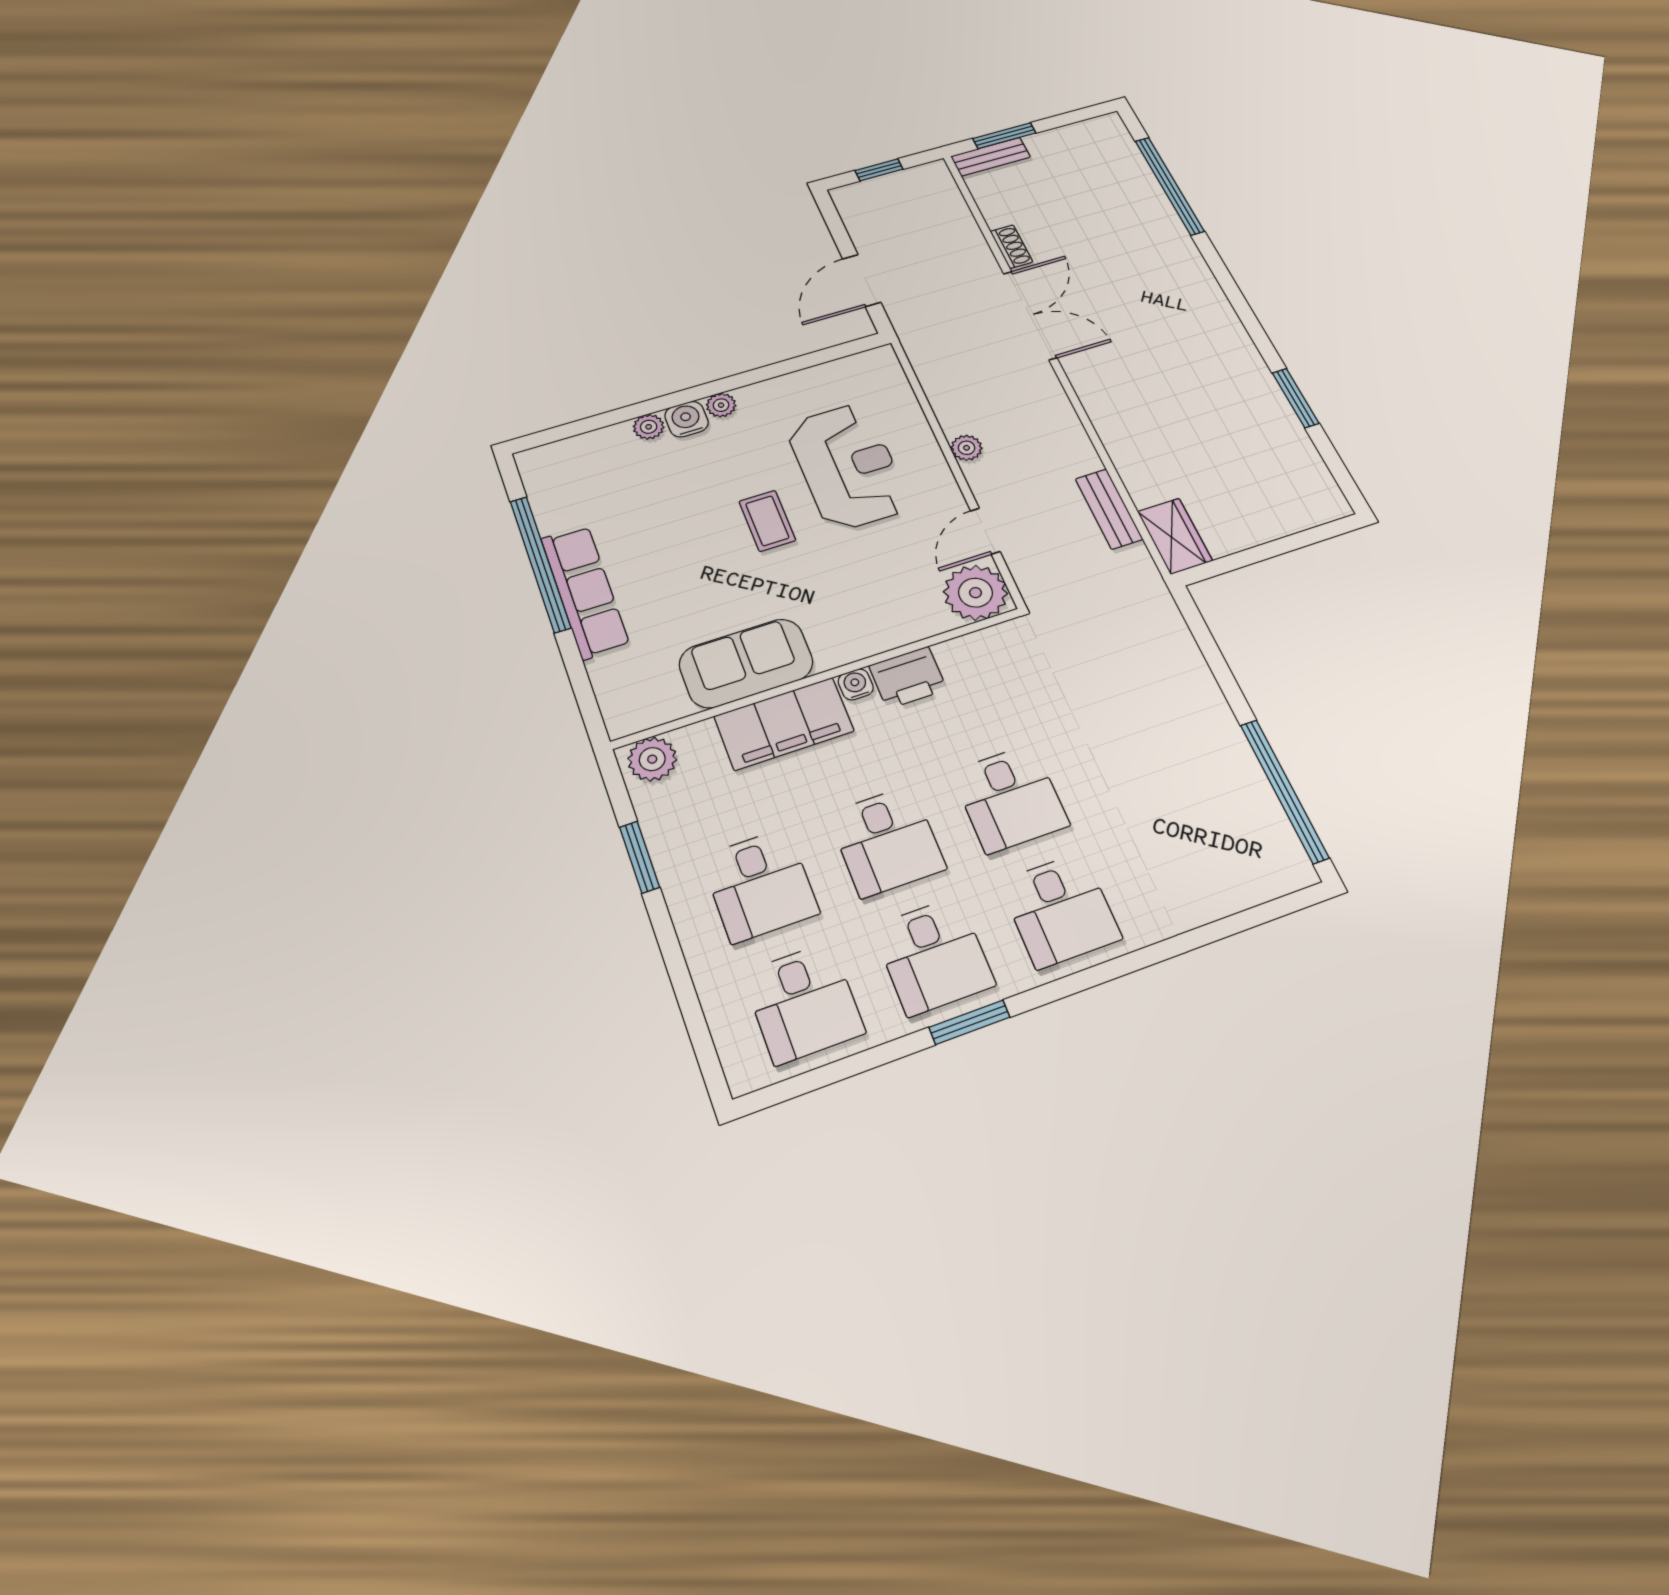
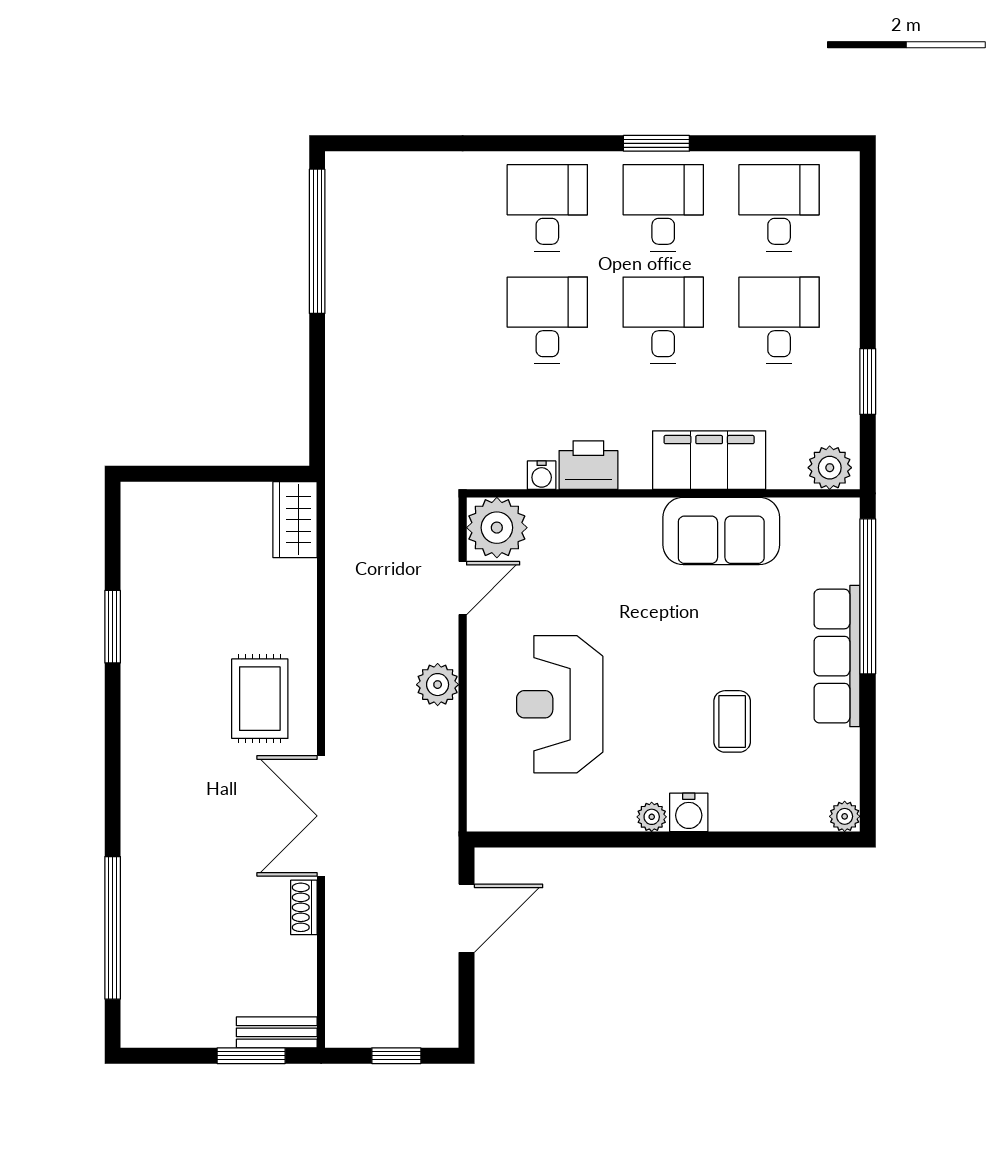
rug: (1132, 385) -> (260, 699), added
plant: (649, 427) -> (845, 816), moved
plant: (967, 448) -> (438, 685), width x1.38, depth x1.38
bench: (1109, 509) -> (342, 570), removed
coffee table: (767, 521) -> (732, 721), moved
window: (540, 564) -> (868, 596), moved
water cooler: (856, 684) -> (542, 475), moved

